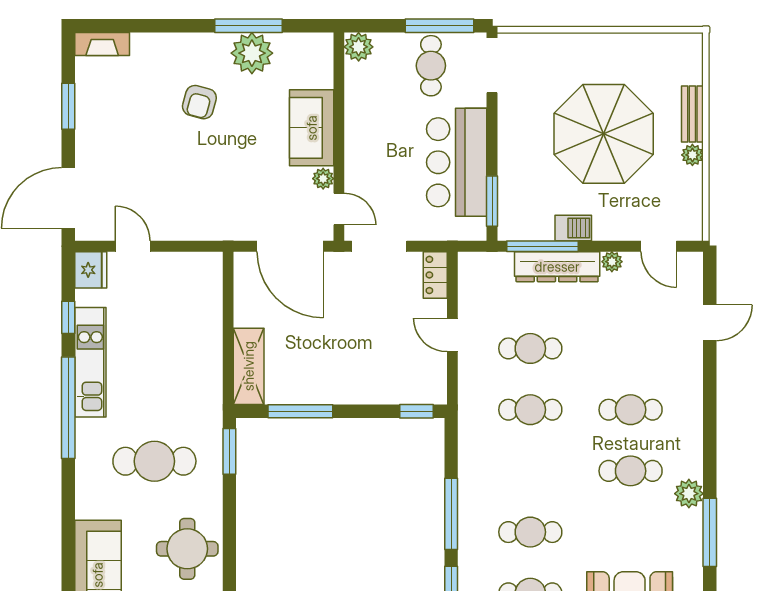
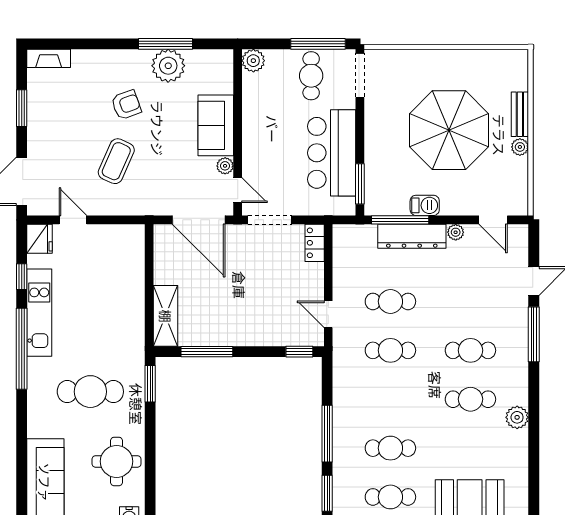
armchair: (199, 102) -> (126, 105), turned -125
coffee table: (187, 173) -> (116, 161), added
door: (452, 335) -> (328, 314), moved
window: (710, 532) -> (534, 334), moved

